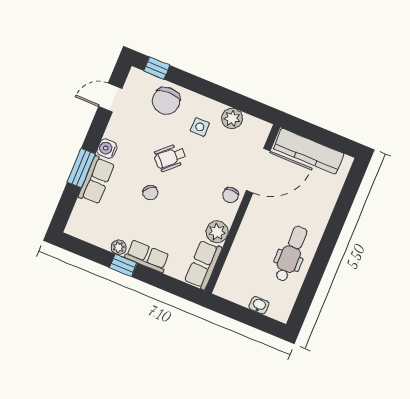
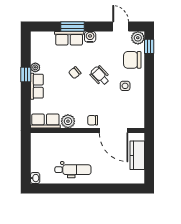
plant: (232, 118) -> (138, 38), moved
kitchen counter: (309, 151) -> (137, 155), width x0.67
washbasin: (259, 305) -> (35, 178), moved

